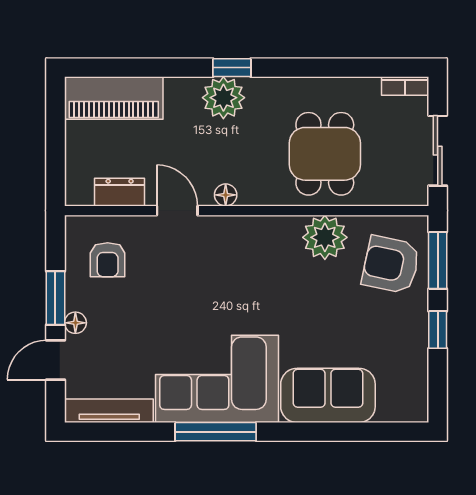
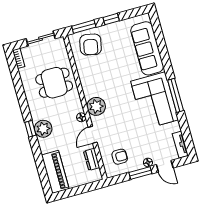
plant: (325, 237) -> (96, 106), moved
sofa: (328, 395) -> (147, 48), width x1.36
tv unit: (109, 411) -> (180, 145), width x0.71

